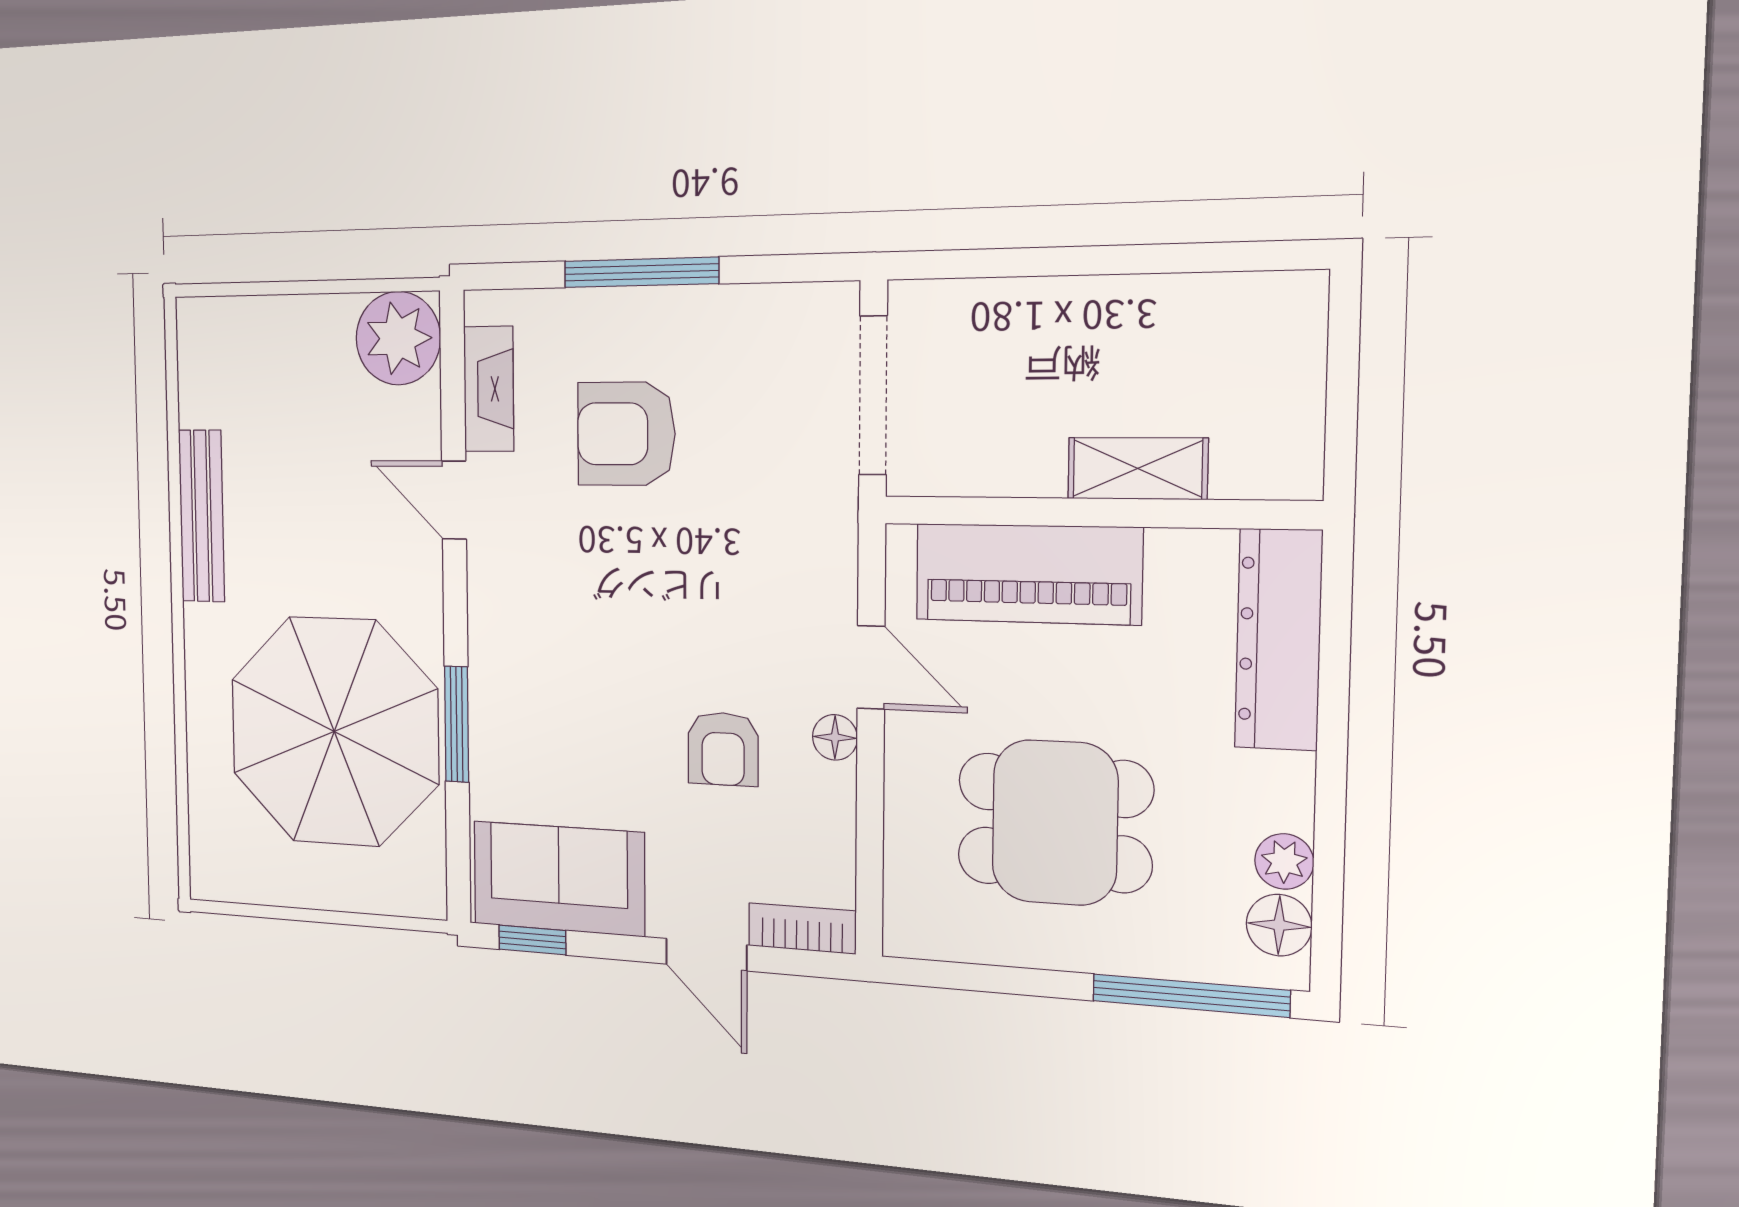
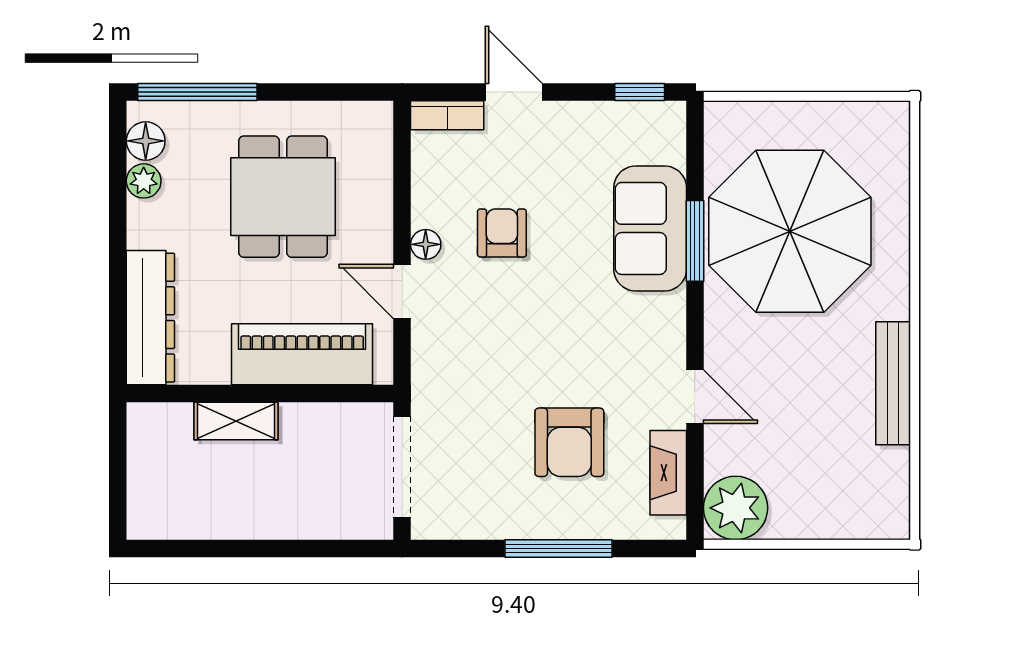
armchair: (626, 434) -> (569, 442), turned 90
dining table: (1055, 823) -> (283, 197), turned 90
sofa: (559, 878) -> (650, 228), moved, turned 90

